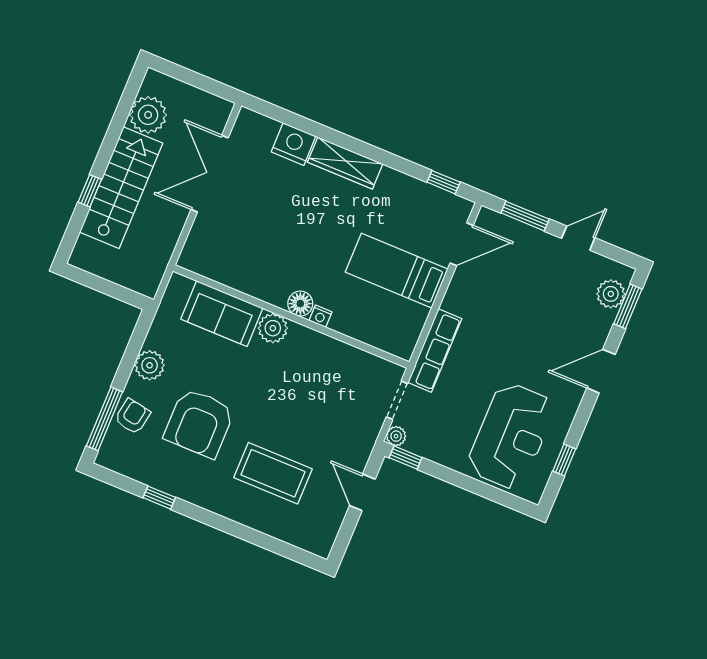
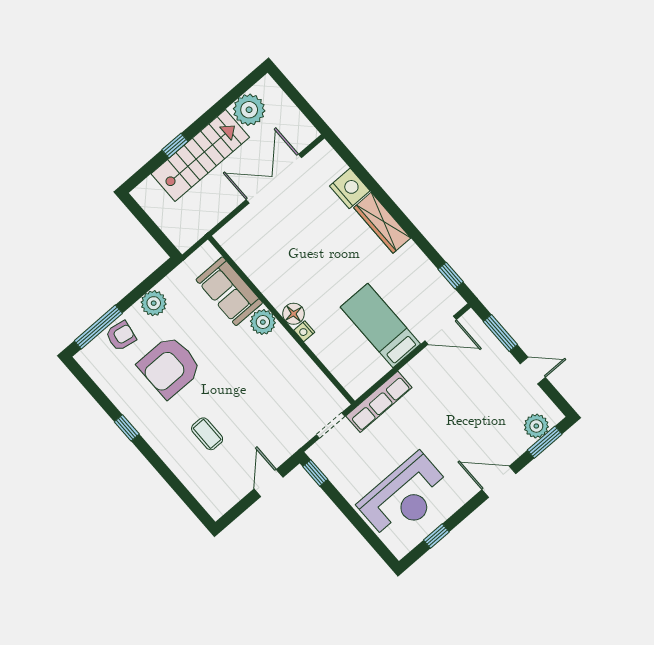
plant: (396, 436) -> (316, 453), removed
coffee table: (273, 473) -> (207, 434), width x0.54, depth x0.58
window: (159, 498) -> (127, 428), moved

